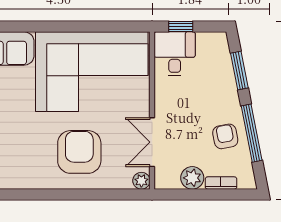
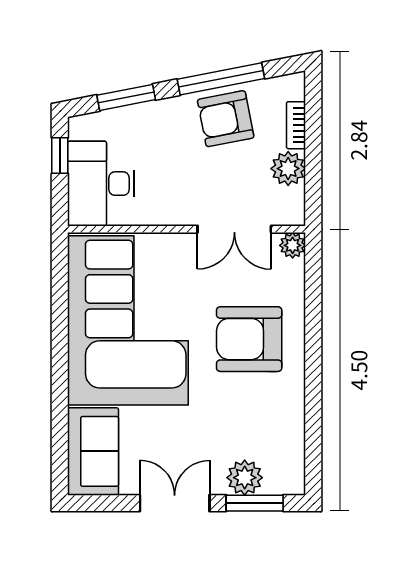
window: (181, 27) -> (60, 156), moved
desk: (175, 54) -> (101, 184), width x1.37
armchair: (225, 136) -> (226, 119), width x1.38, depth x1.38

